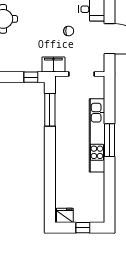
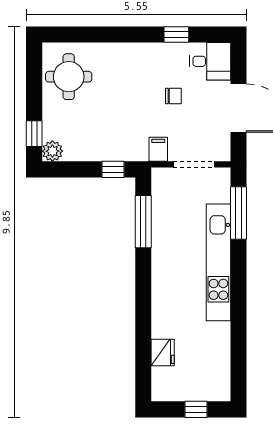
filing cabinet: (53, 64) -> (158, 149), width x0.50
window: (110, 140) -> (238, 213), moved
fridge: (65, 215) -> (163, 353), moved, turned 90

